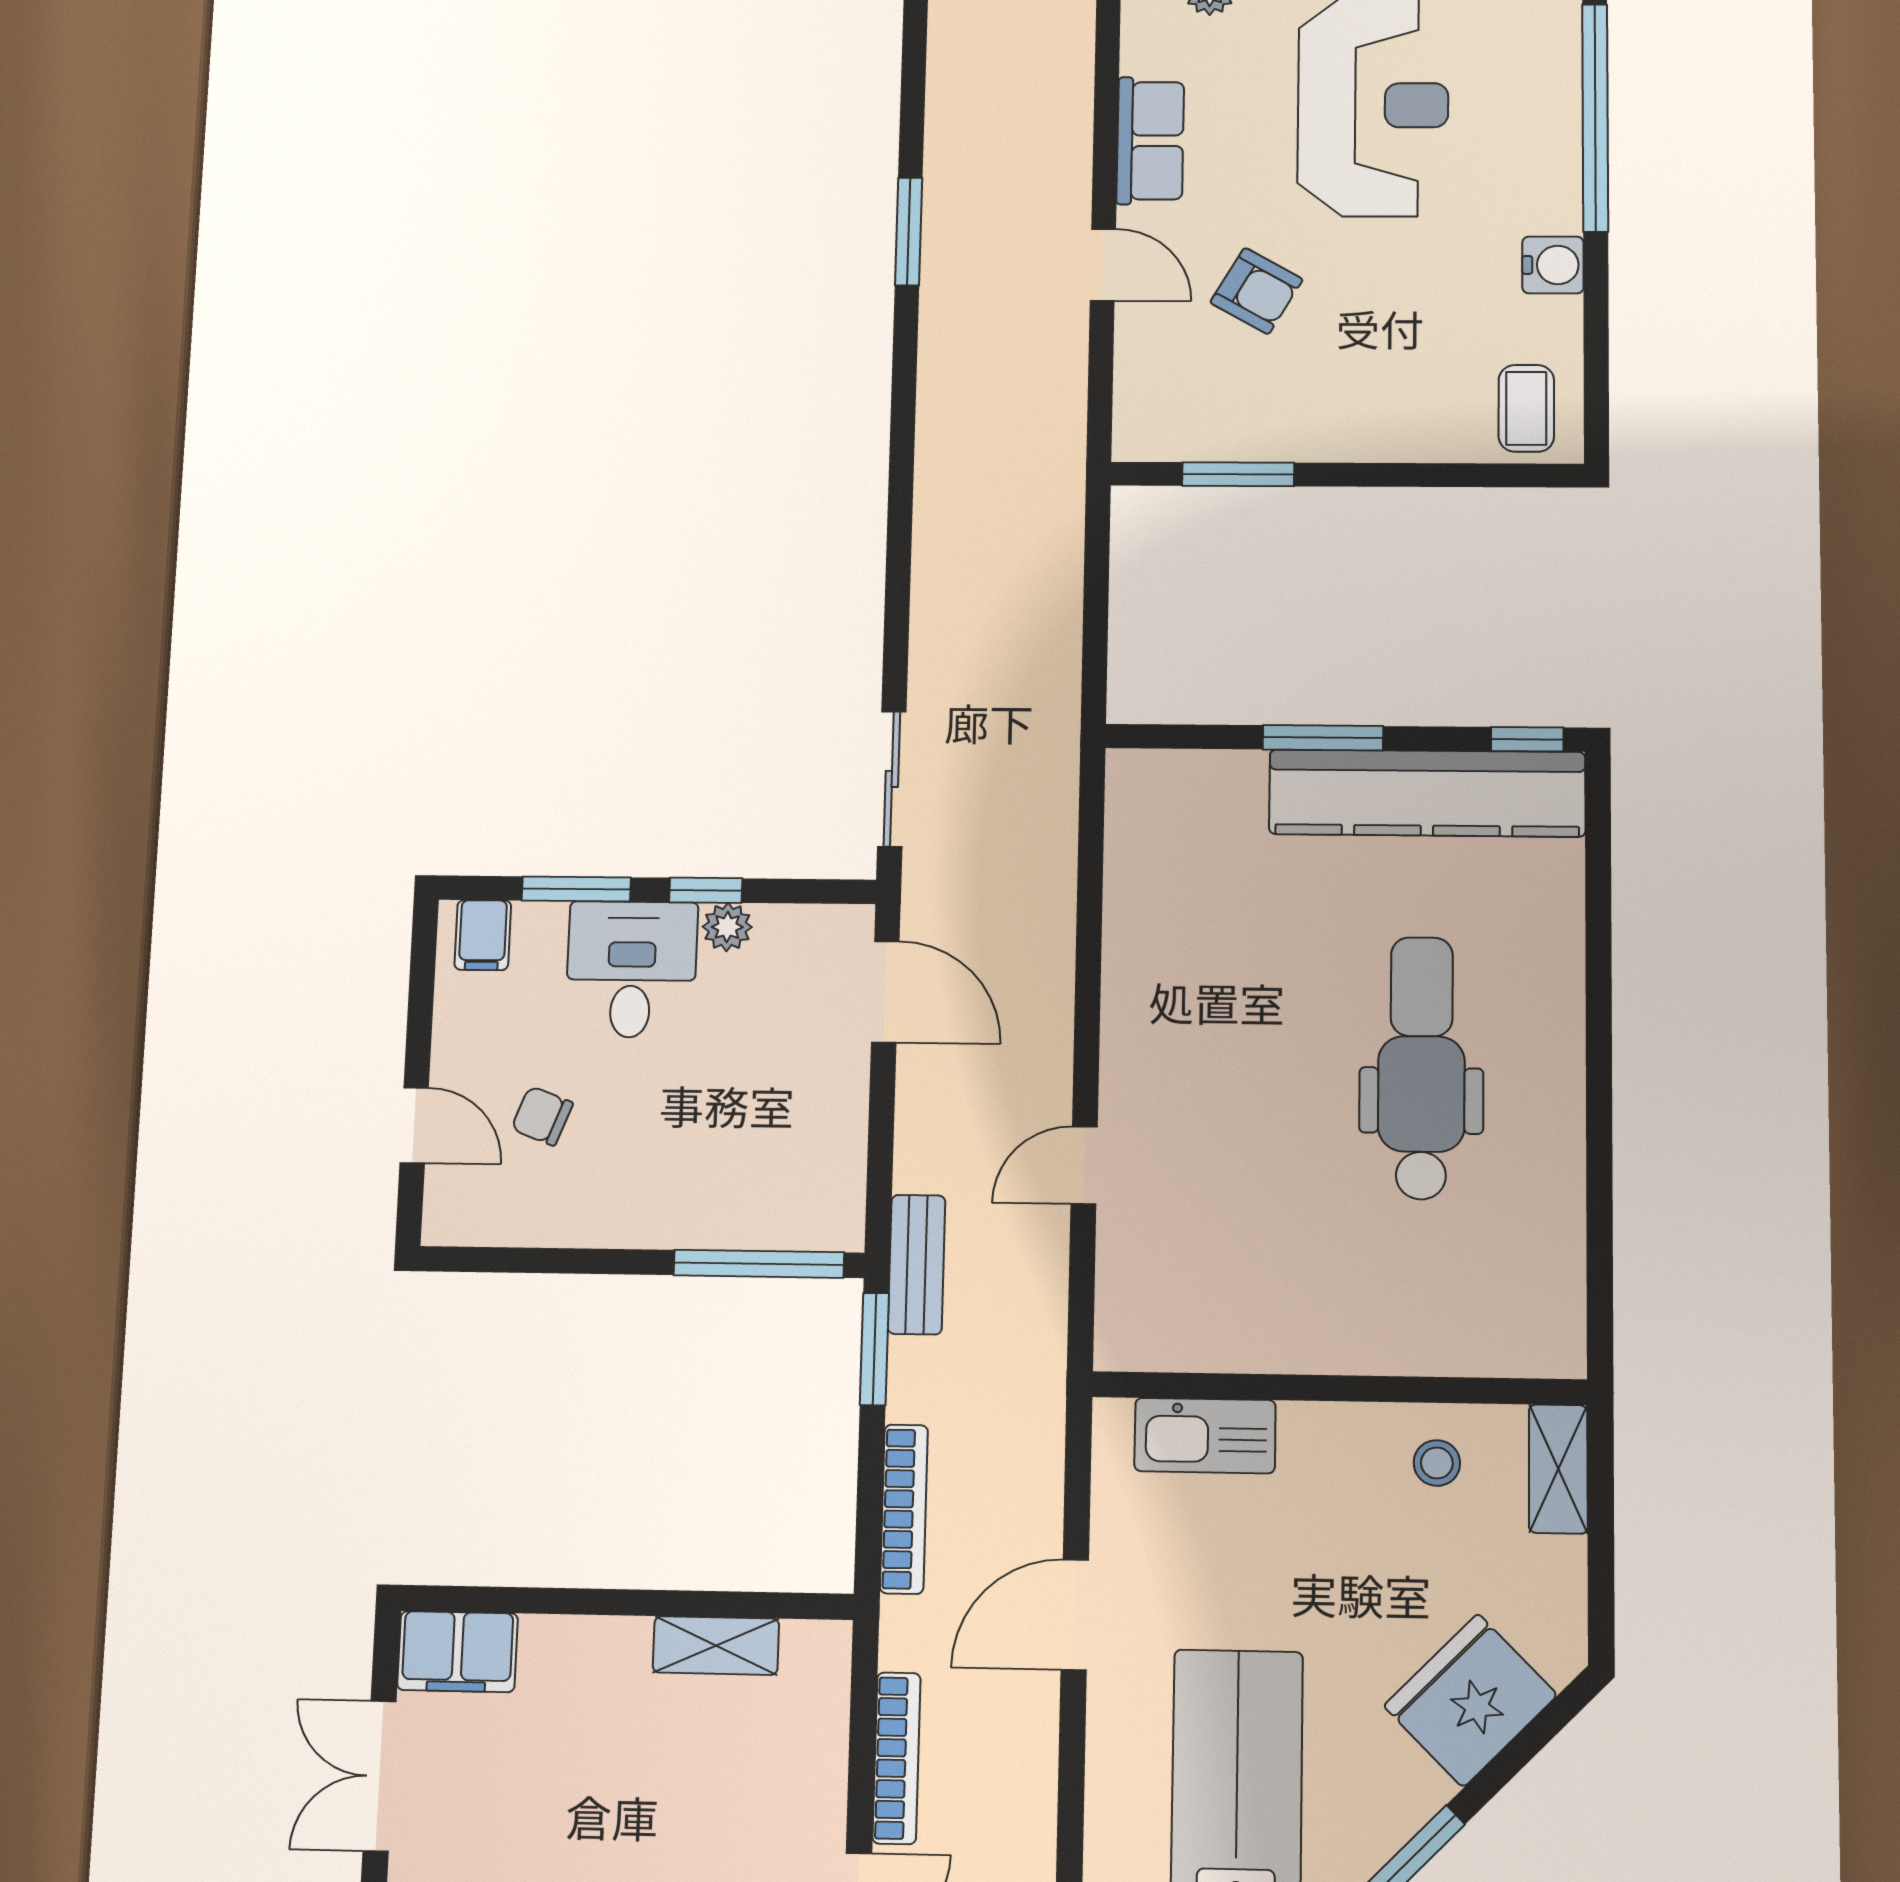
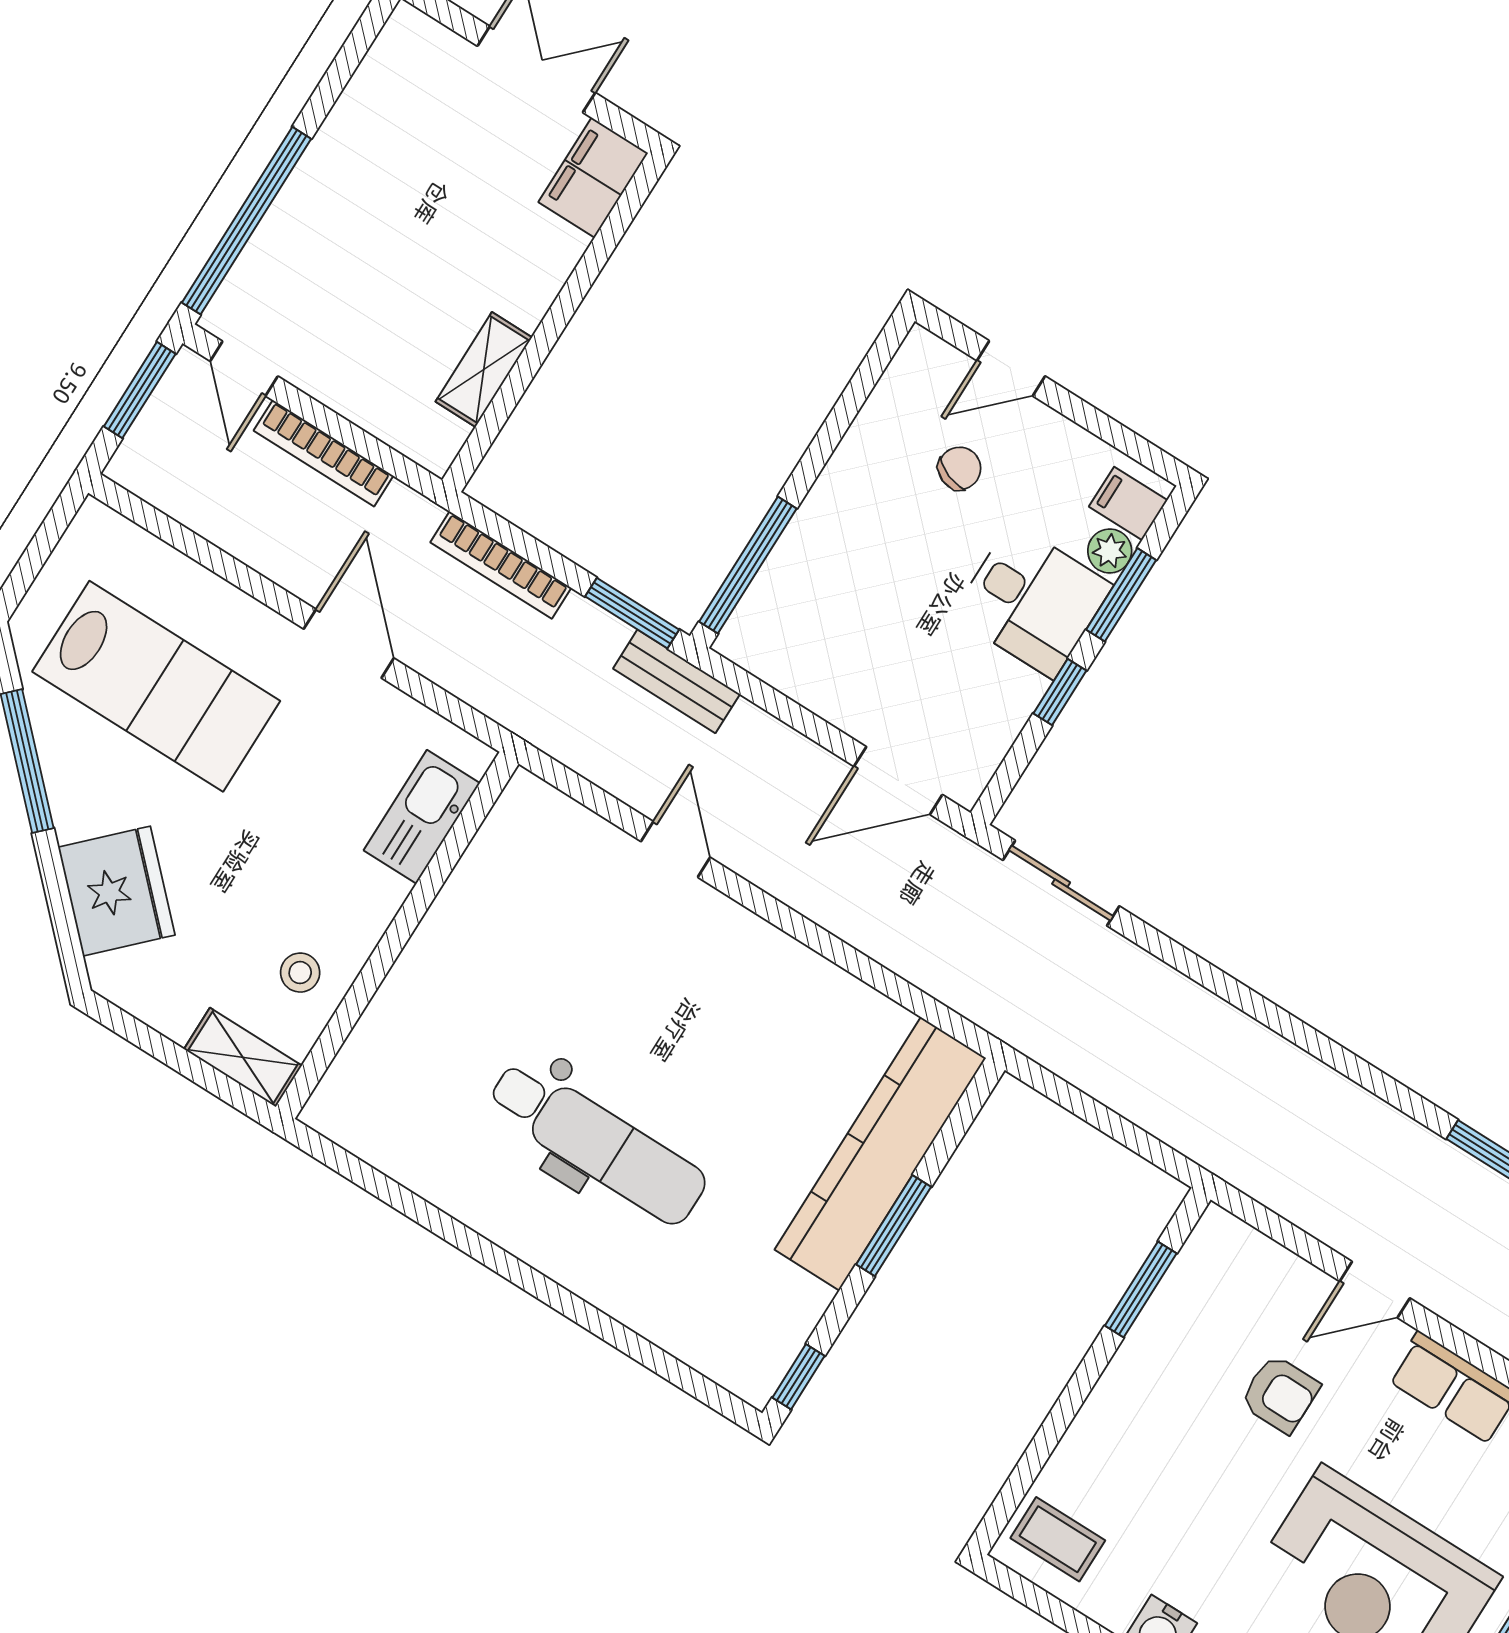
armchair: (1256, 291) -> (1280, 1394), turned -120
kitchen counter: (1427, 793) -> (880, 1154), moved
plant: (727, 927) -> (1110, 551), moved

